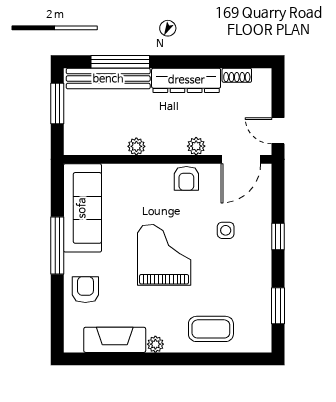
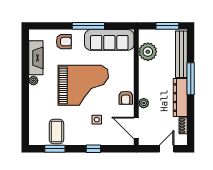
window: (120, 62) -> (191, 79), moved
door: (278, 131) -> (167, 149), moved
plant: (136, 146) -> (148, 52), moved, width x1.87, depth x1.87
armchair: (186, 178) -> (126, 98), turned -90
grand piano: (164, 255) -> (83, 85), width x1.37, depth x1.48
coffee table: (211, 329) -> (56, 132), moved

